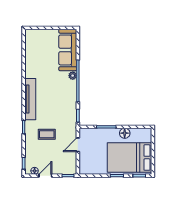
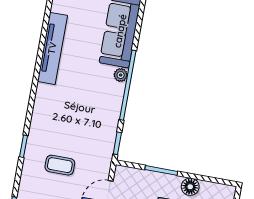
tv unit: (30, 99) -> (52, 48), moved

